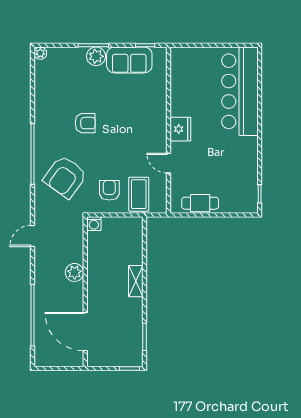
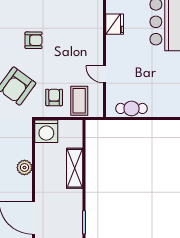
fridge: (180, 129) -> (115, 24), moved
washing machine: (94, 224) -> (46, 131), width x1.89, depth x1.89
shelving: (136, 281) -> (75, 168), width x1.50, depth x1.33

